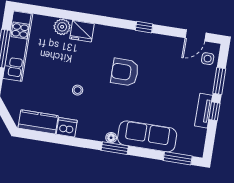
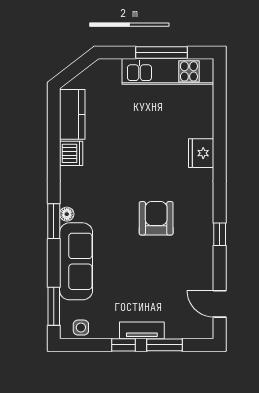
plant: (62, 27) -> (203, 126), removed
side table: (208, 59) -> (81, 328), moved
stool: (78, 90) -> (123, 160), removed
tv unit: (204, 111) -> (142, 330), moved

